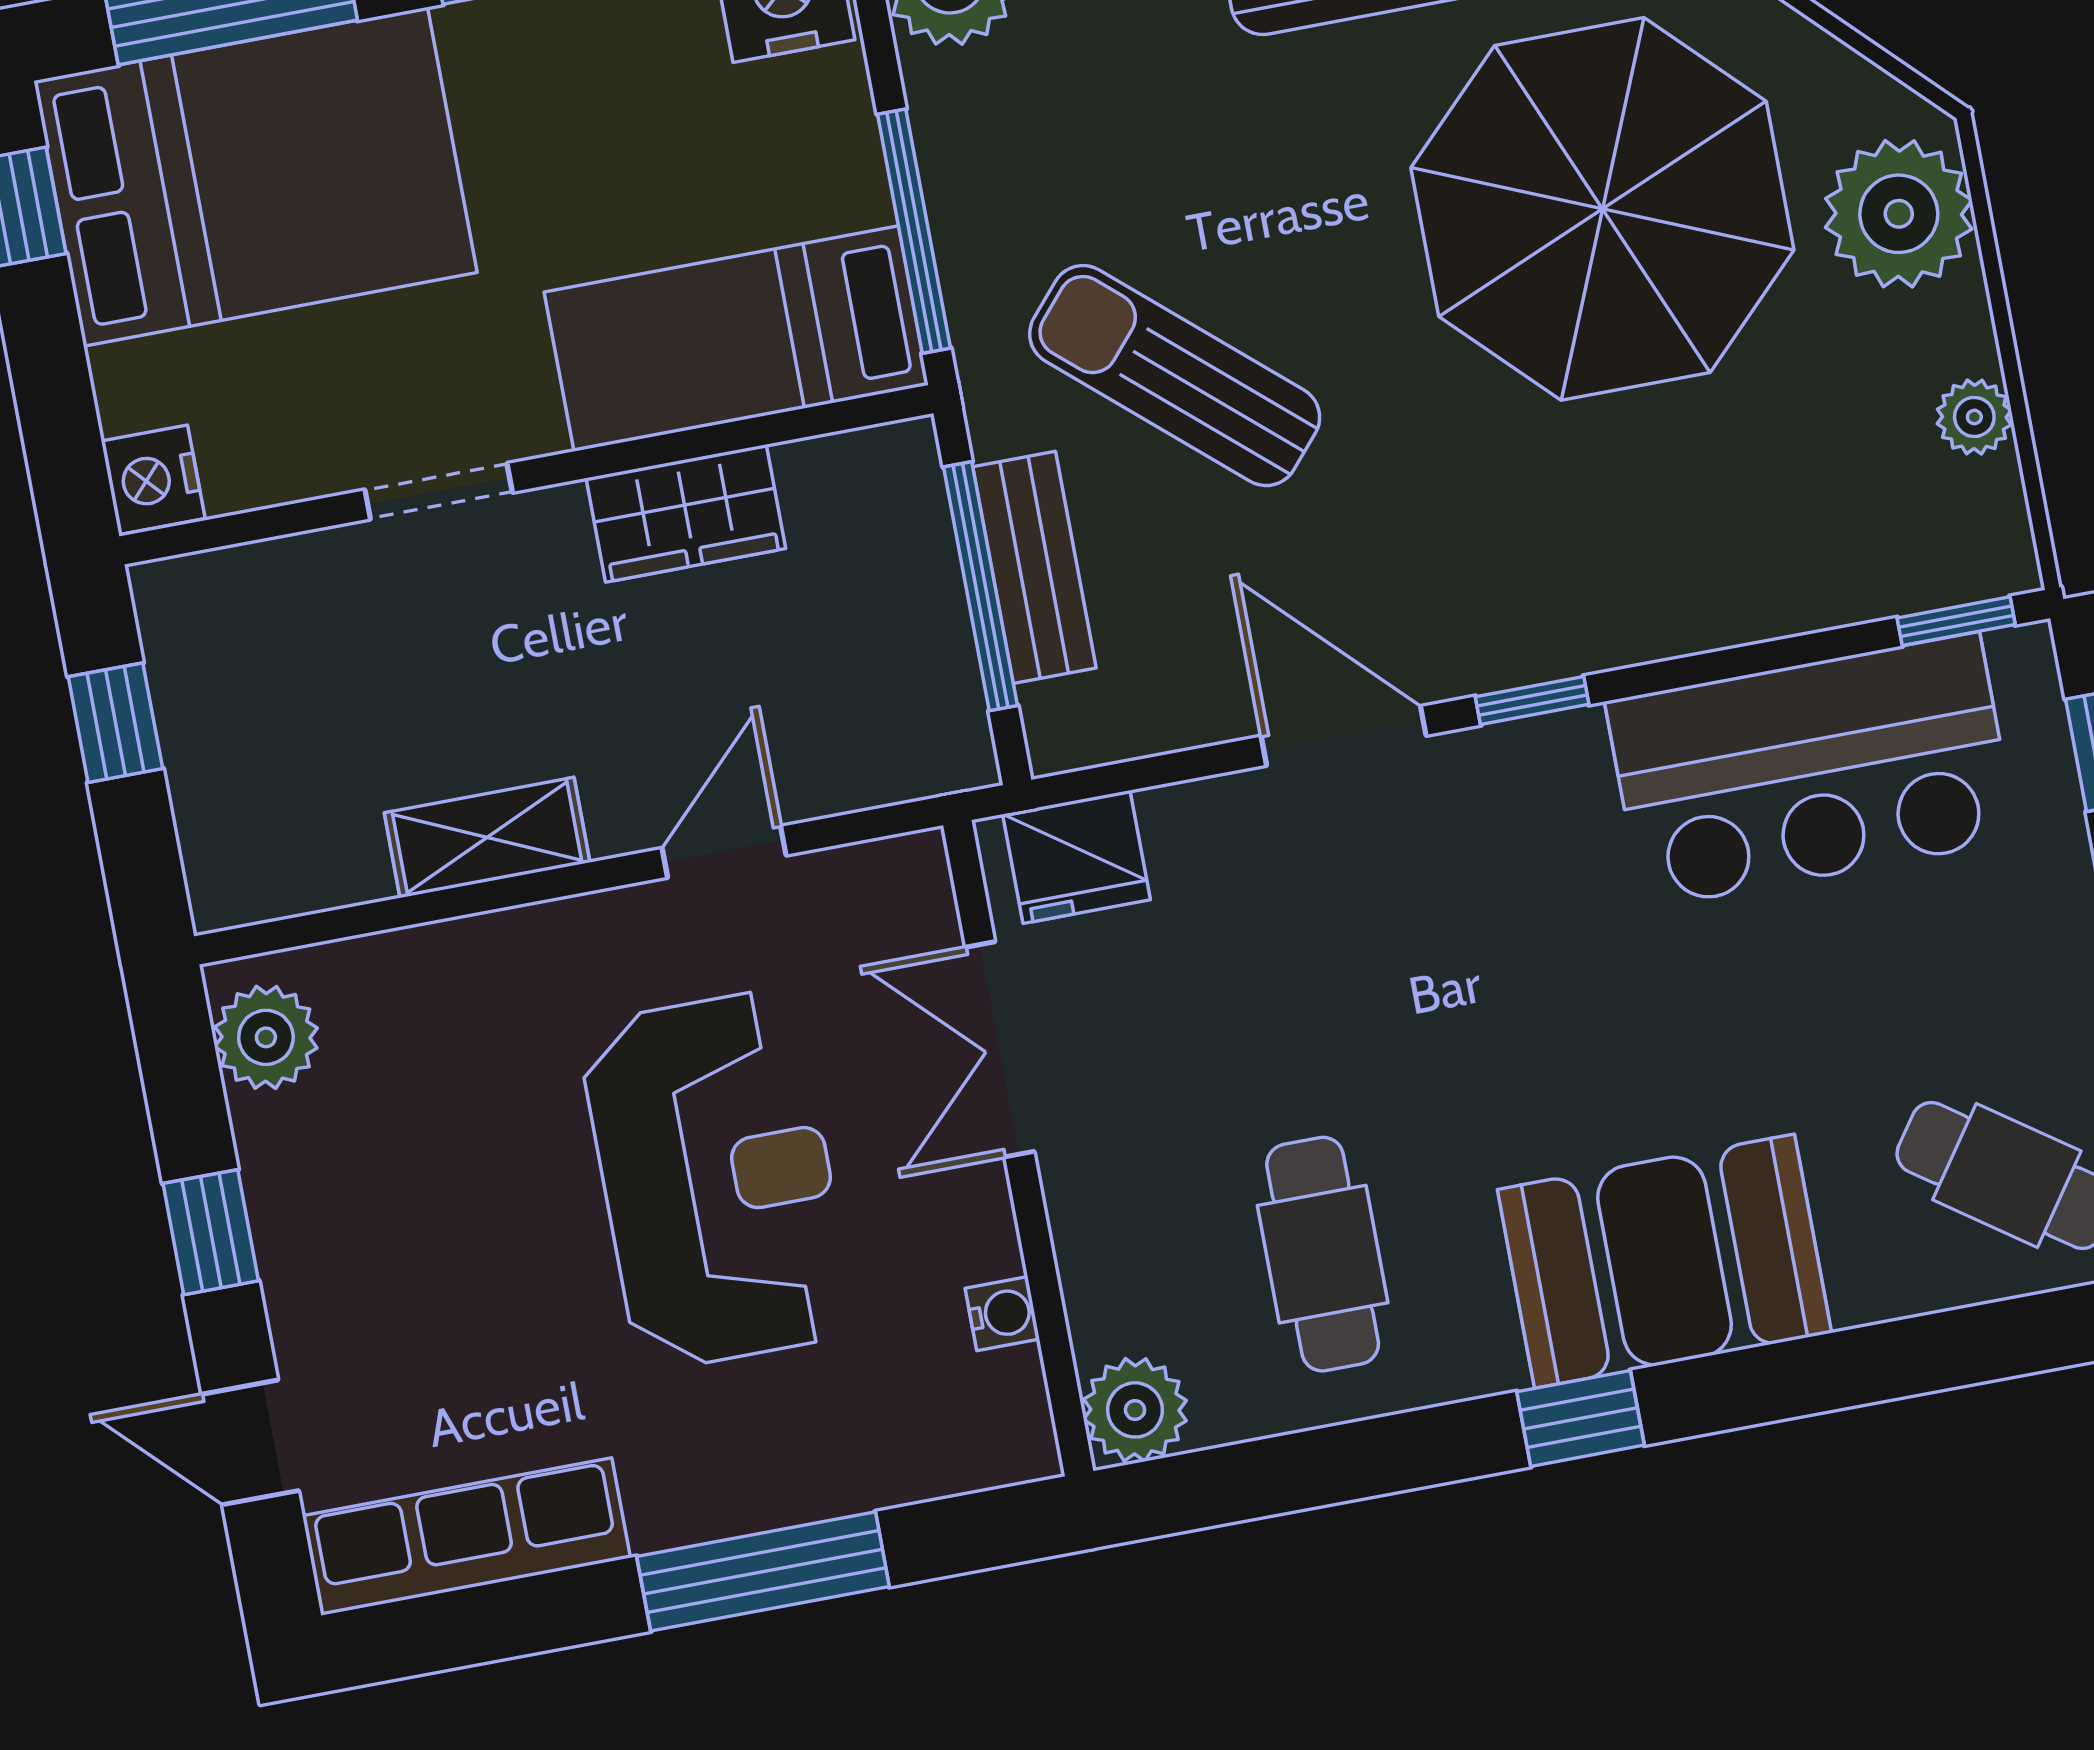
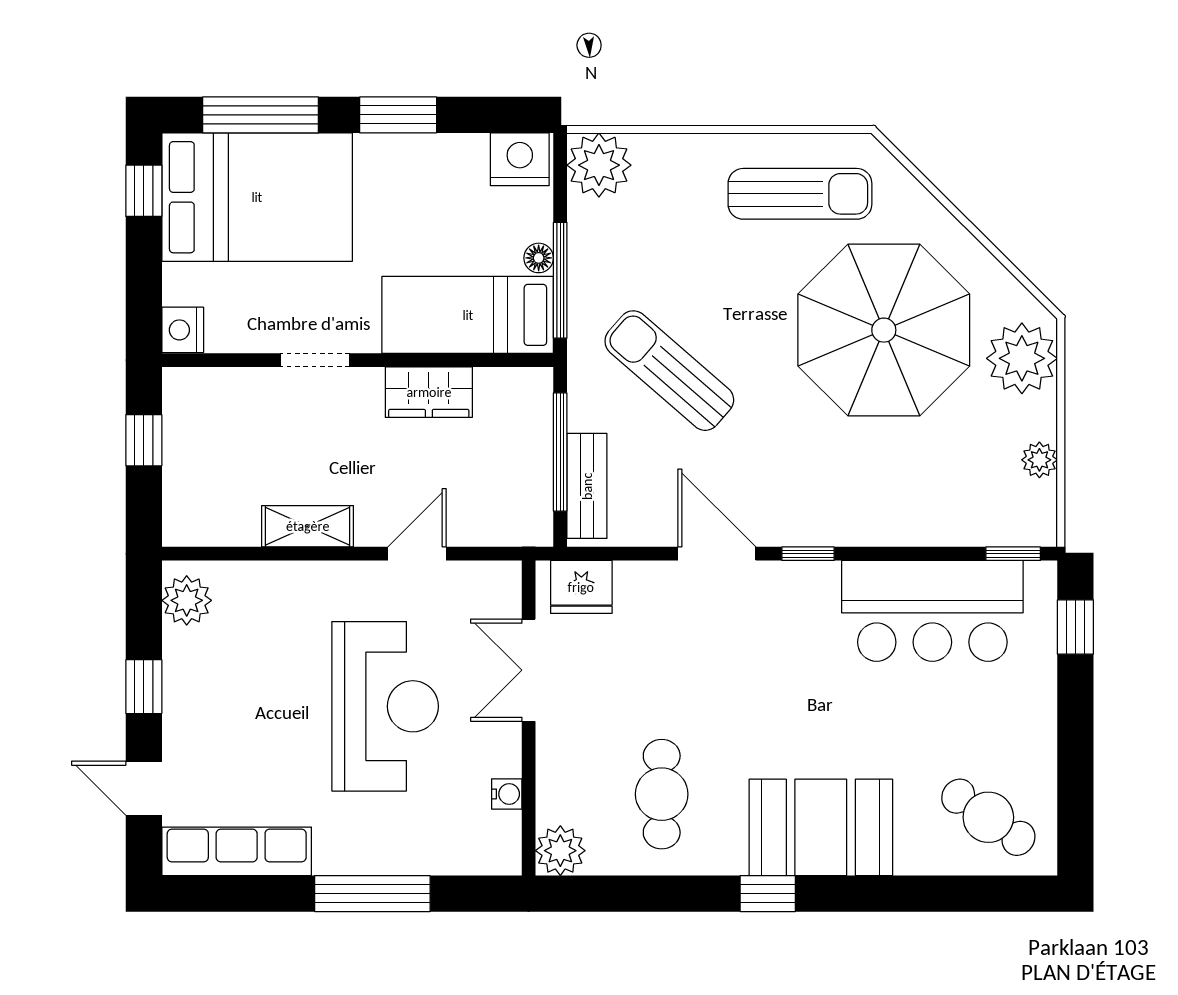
floor lamp: (861, 193) -> (539, 258), added
bench: (1034, 567) -> (587, 486), moved

